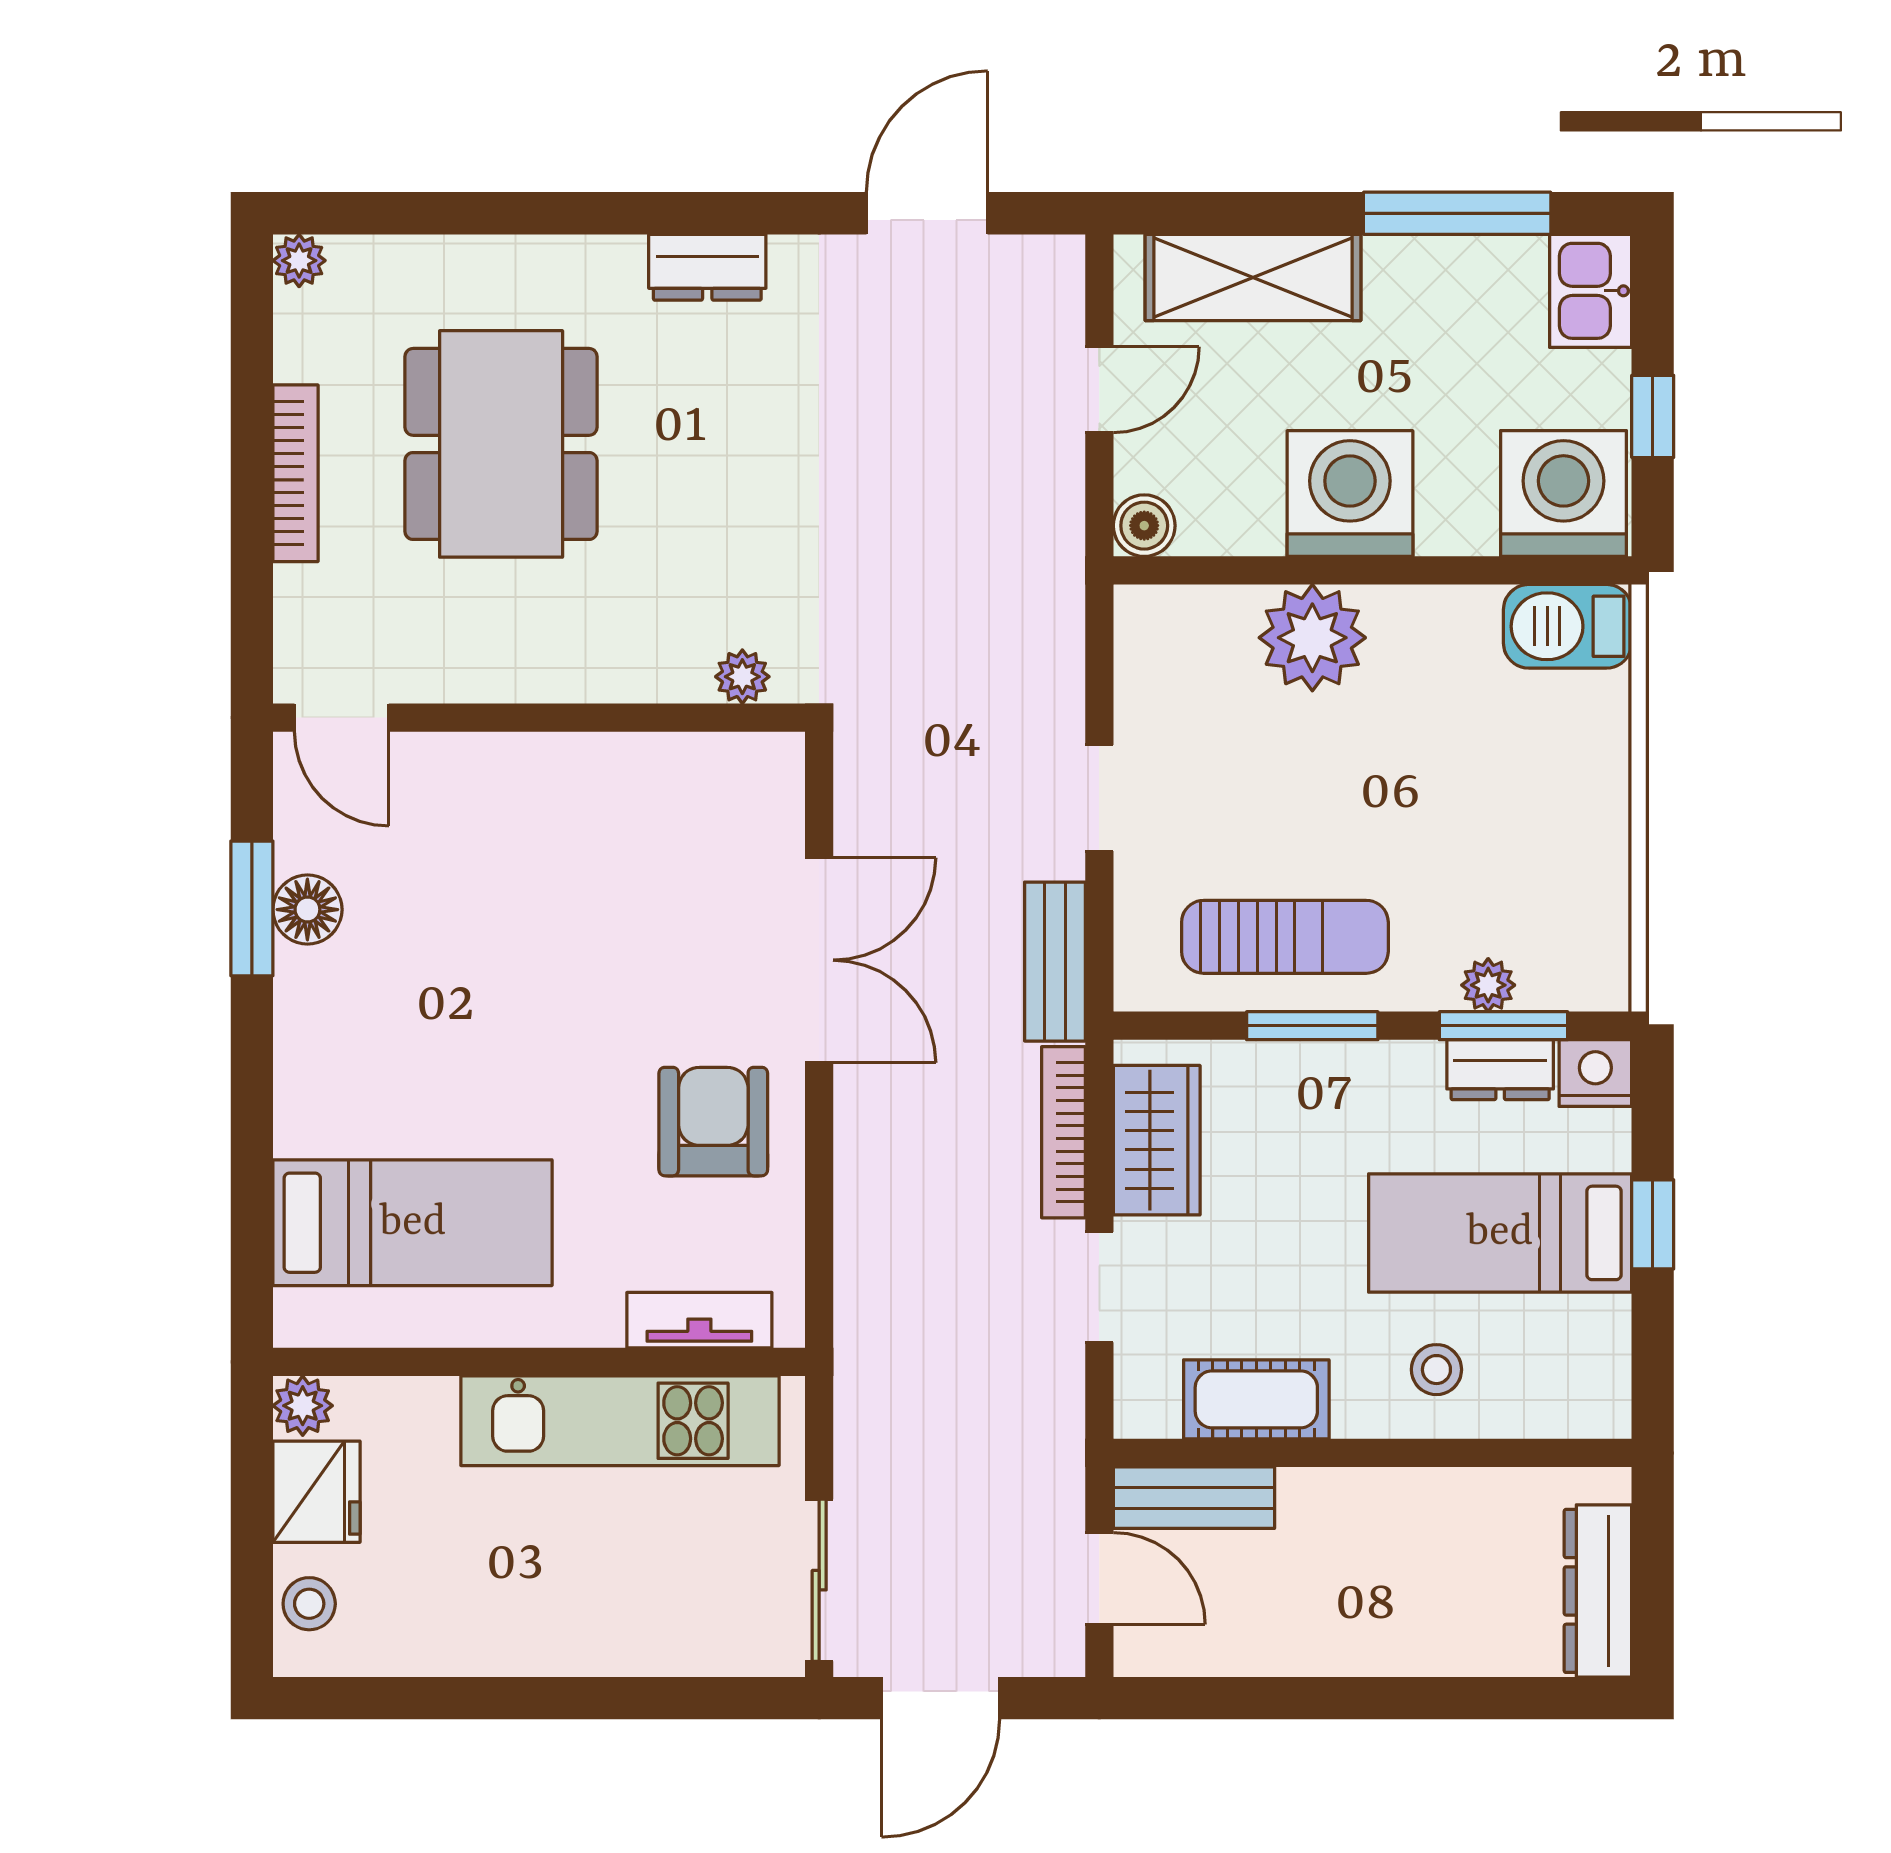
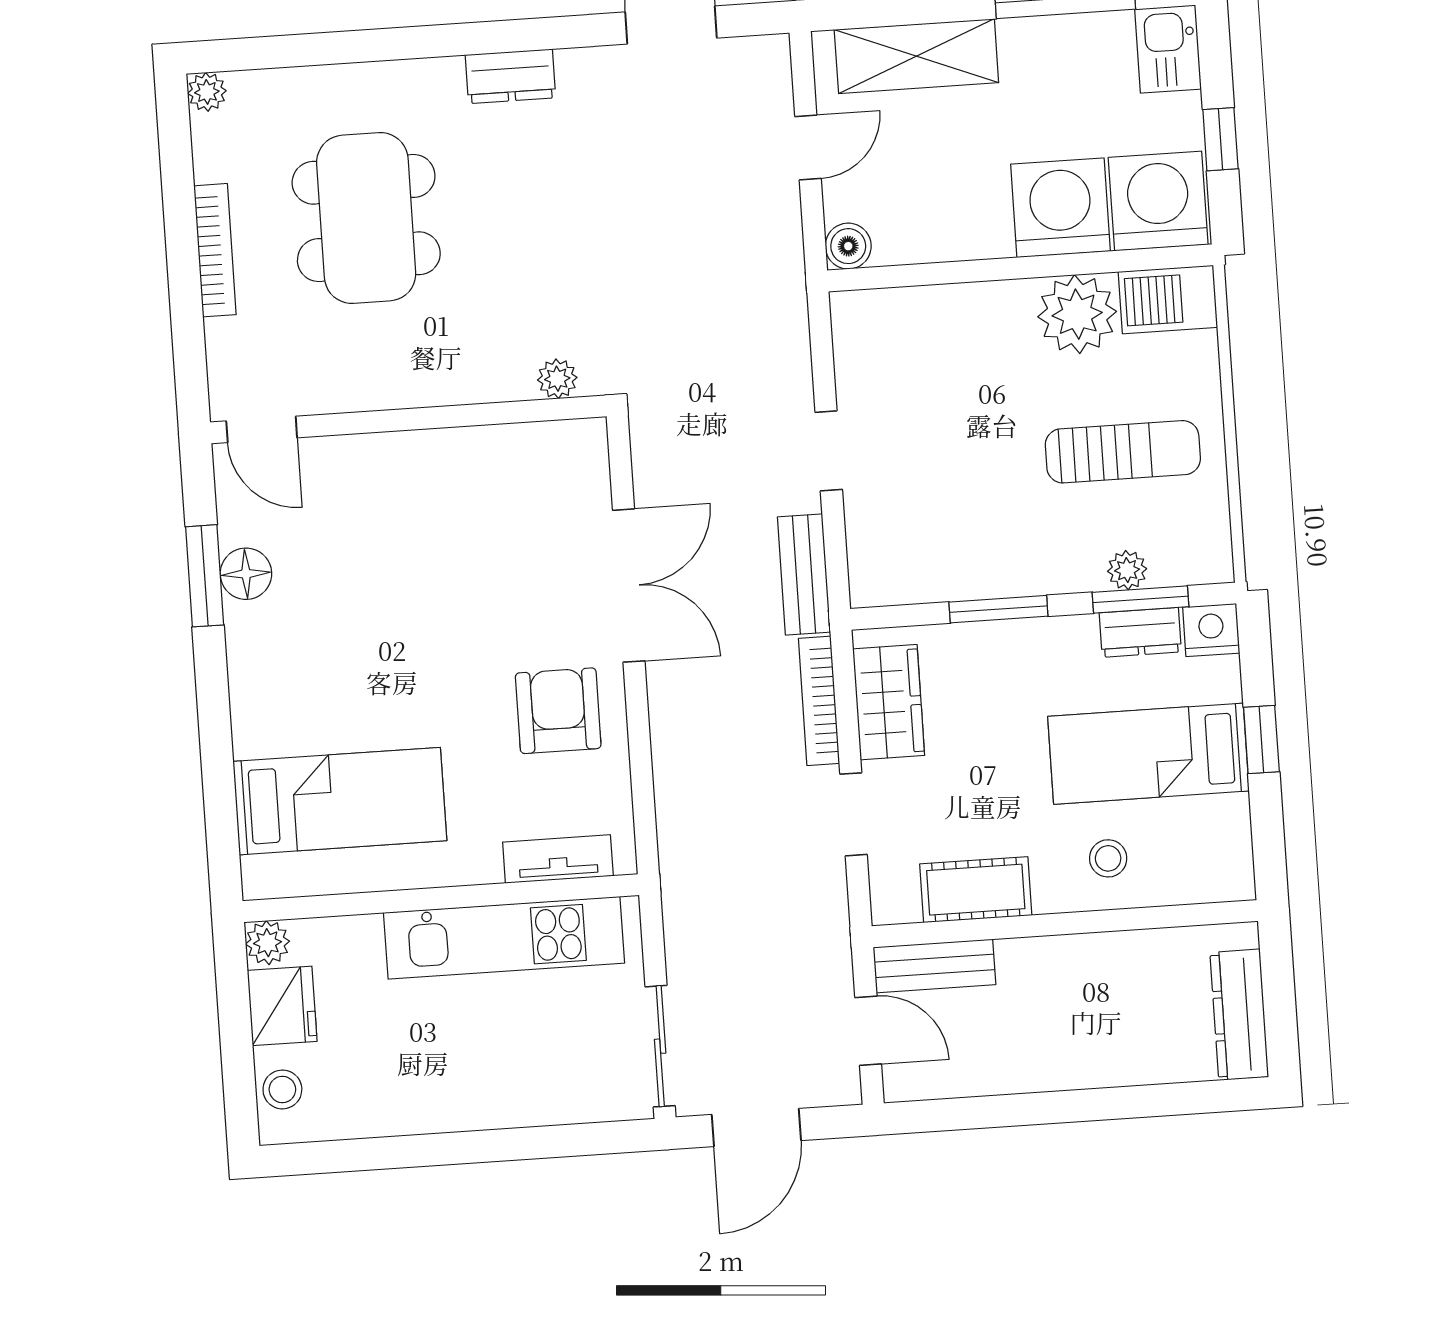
washing machine: (1350, 494) -> (1060, 208), moved
plant: (1312, 638) -> (1077, 314), moved
sun lounger: (1285, 937) -> (1123, 452), moved

